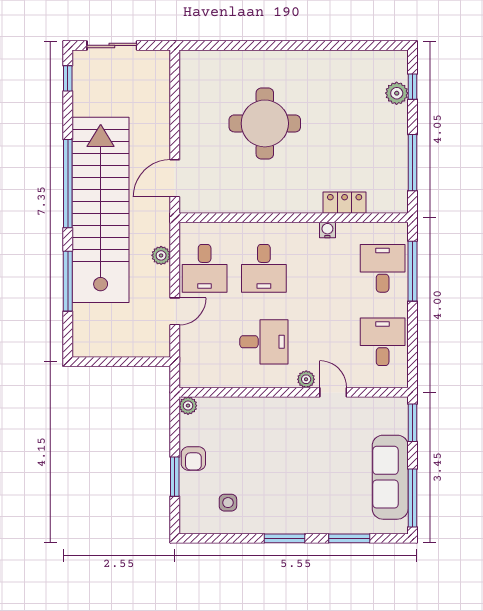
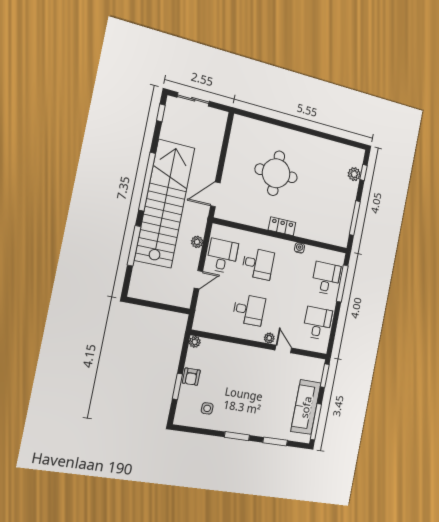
locker: (345, 203) -> (282, 226), moved
desk: (205, 268) -> (222, 256), turned 180
desk: (264, 268) -> (258, 264), turned -90

